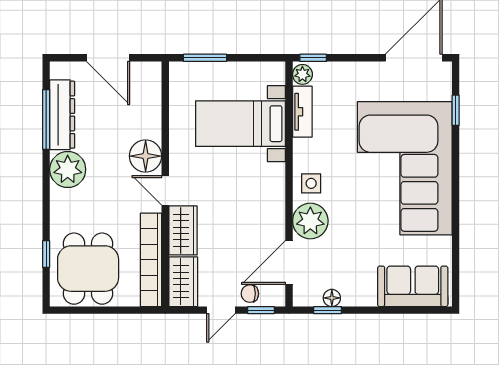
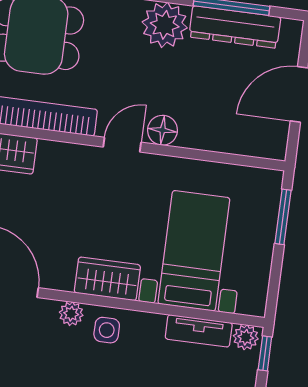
floor lamp: (146, 156) -> (163, 130), width x0.73, depth x0.73
plant: (310, 221) -> (71, 314), width x0.53, depth x0.53
wardrobe: (183, 230) -> (107, 279), moved, turned 180

